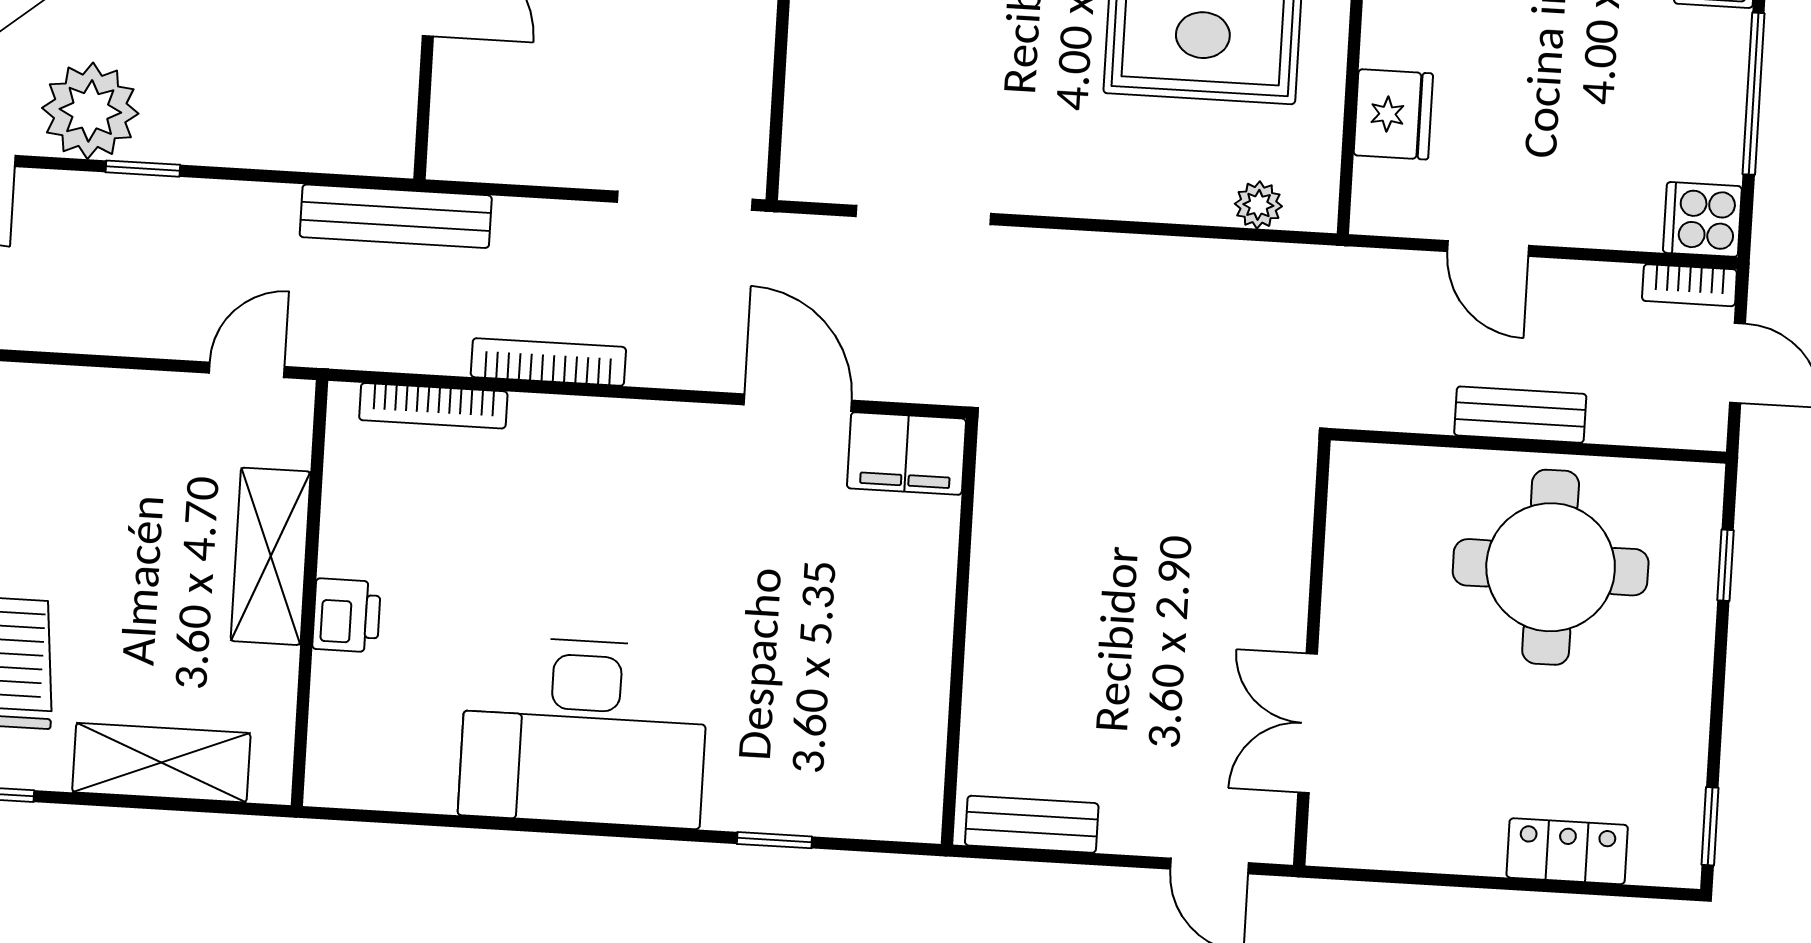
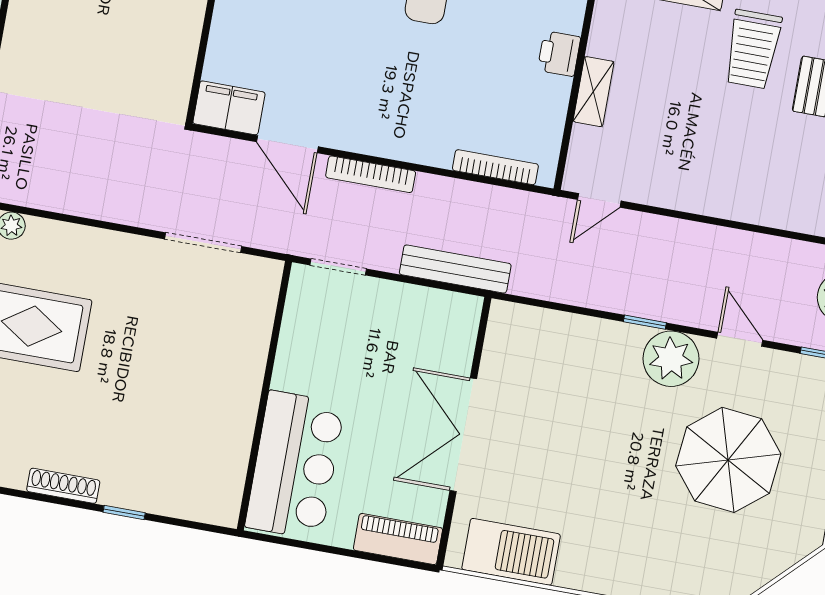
doorway: (685, 201) -> (338, 267), width x0.73
bench: (396, 216) -> (455, 269), moved
bookcase: (548, 362) -> (371, 174), moved
shelving: (271, 556) -> (593, 92), width x0.67, depth x0.75

